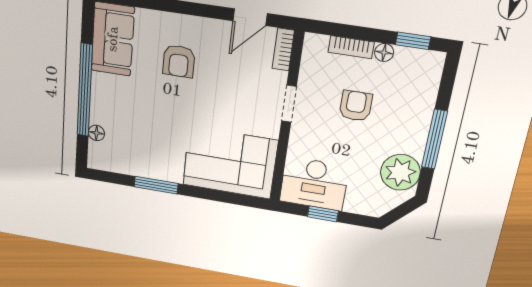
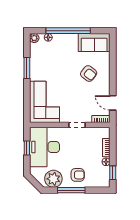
armchair: (179, 61) -> (89, 74), turned -142
armchair: (356, 106) -> (78, 175), moved
plant: (96, 161) -> (34, 38), added
desk: (314, 184) -> (44, 147), width x1.36, depth x1.30

